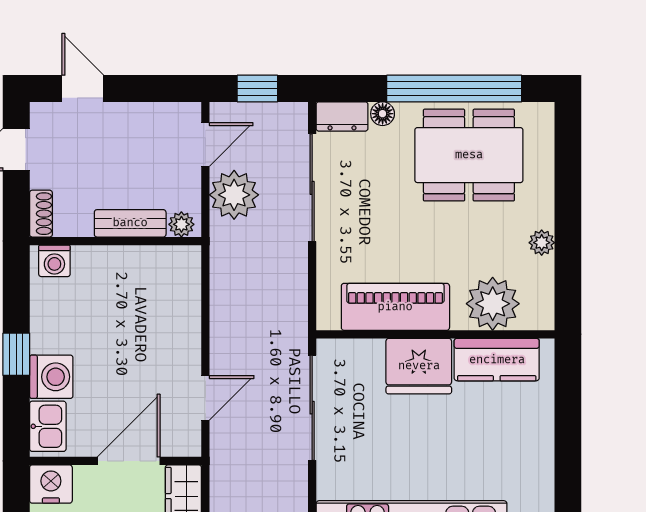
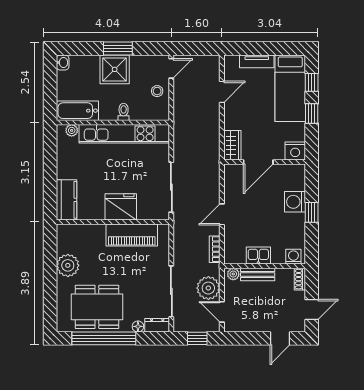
door: (83, 88) -> (280, 338), hinge flipped
door: (205, 144) -> (222, 312), hinge flipped
plant: (542, 243) -> (68, 265), width x1.87, depth x1.87
bookcase: (221, 277) -> (215, 249), added
plant: (493, 304) -> (86, 236), removed
kitchen counter: (497, 360) -> (66, 200), moved, turned 90
door: (205, 398) -> (222, 214), moved
kitchen sink: (48, 426) -> (258, 256), moved, turned 90

